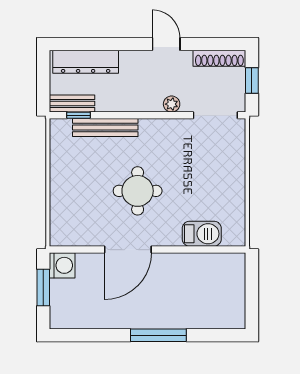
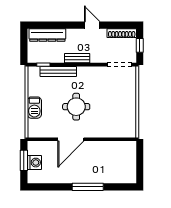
bench: (72, 104) -> (77, 58), moved
plant: (172, 104) -> (95, 58), removed
barbecue: (202, 234) -> (34, 108), moved, turned 90
washing machine: (62, 265) -> (34, 163), moved

